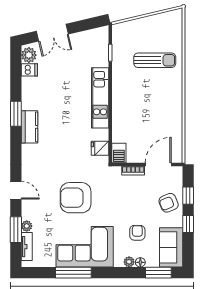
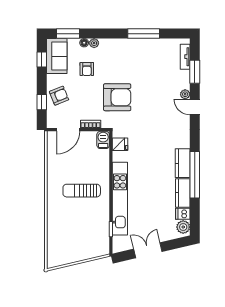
double door: (52, 33) -> (148, 250), moved
sun lounger: (155, 60) -> (82, 191), moved
kitchen counter: (29, 93) -> (183, 193), added
kitchen unit: (100, 98) -> (120, 199), width x1.36
window: (16, 114) -> (195, 175), width x2.11
armchair: (76, 198) -> (117, 97), moved
window: (188, 224) -> (42, 60), moved
plant: (27, 226) -> (185, 94), moved
corner sofa: (85, 247) -> (134, 57), removed

